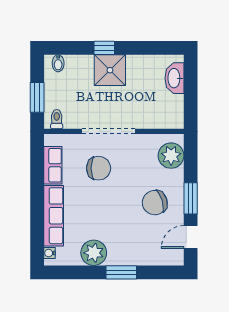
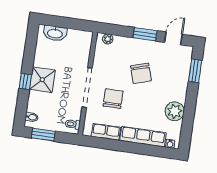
window: (37, 97) -> (43, 135), moved
plant: (171, 156) -> (108, 39), width x0.53, depth x0.53
chair: (155, 203) -> (141, 73), moved
door: (191, 237) -> (173, 38), swing flipped
window: (121, 272) -> (195, 71), moved

